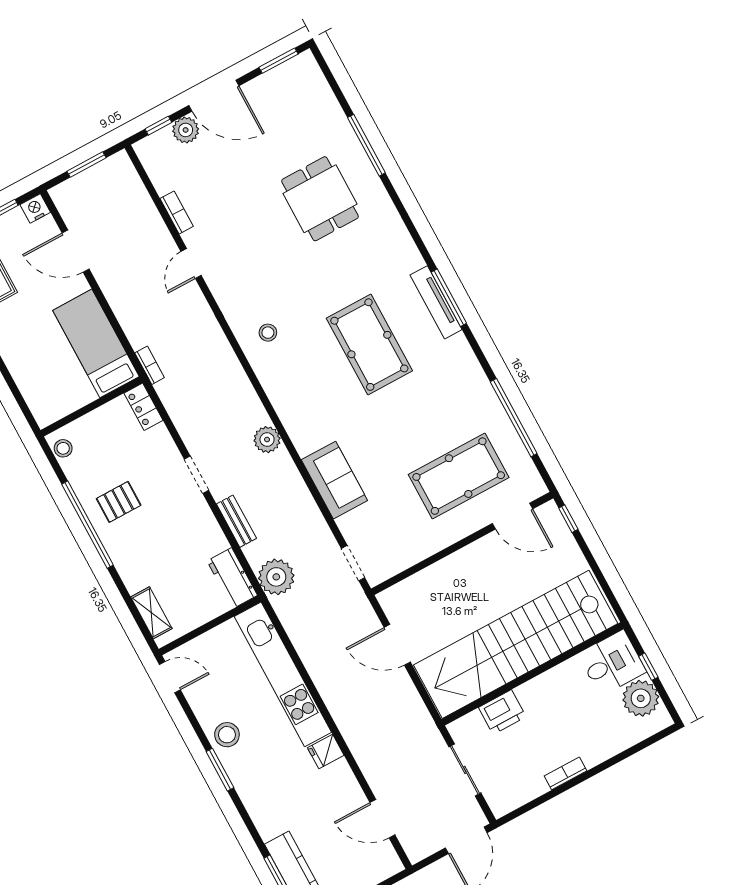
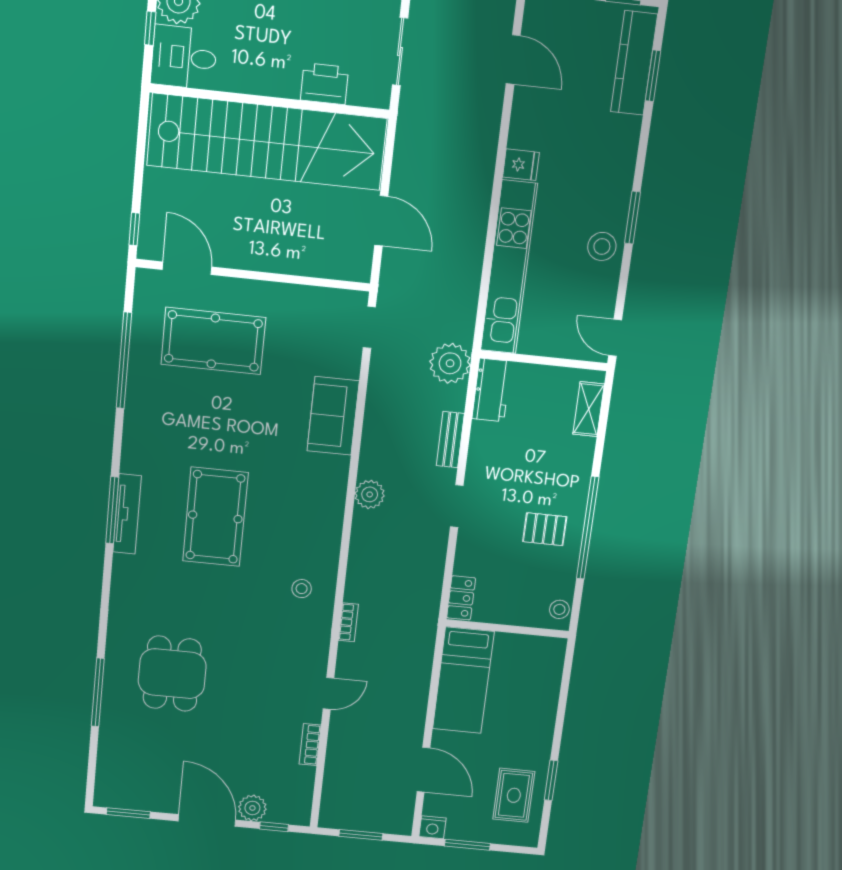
bookcase: (150, 365) -> (348, 622), moved, turned 180

